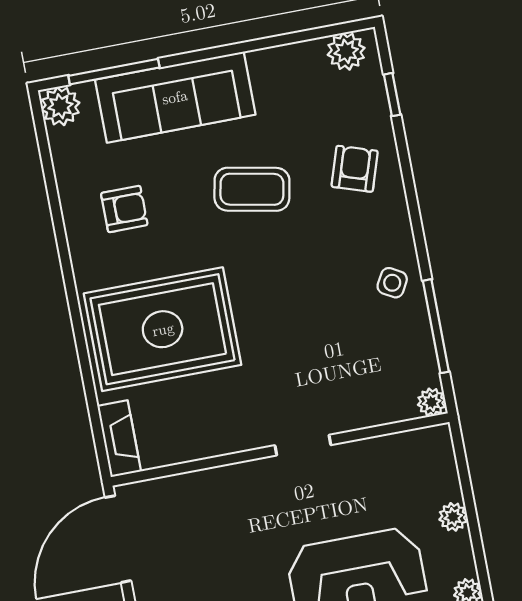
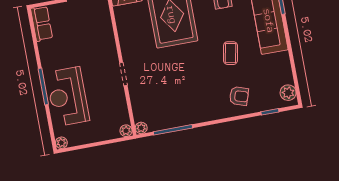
coffee table: (252, 189) -> (231, 53), width x0.73, depth x0.77
side table: (392, 283) -> (191, 112), removed
plant: (453, 517) -> (126, 131), moved

